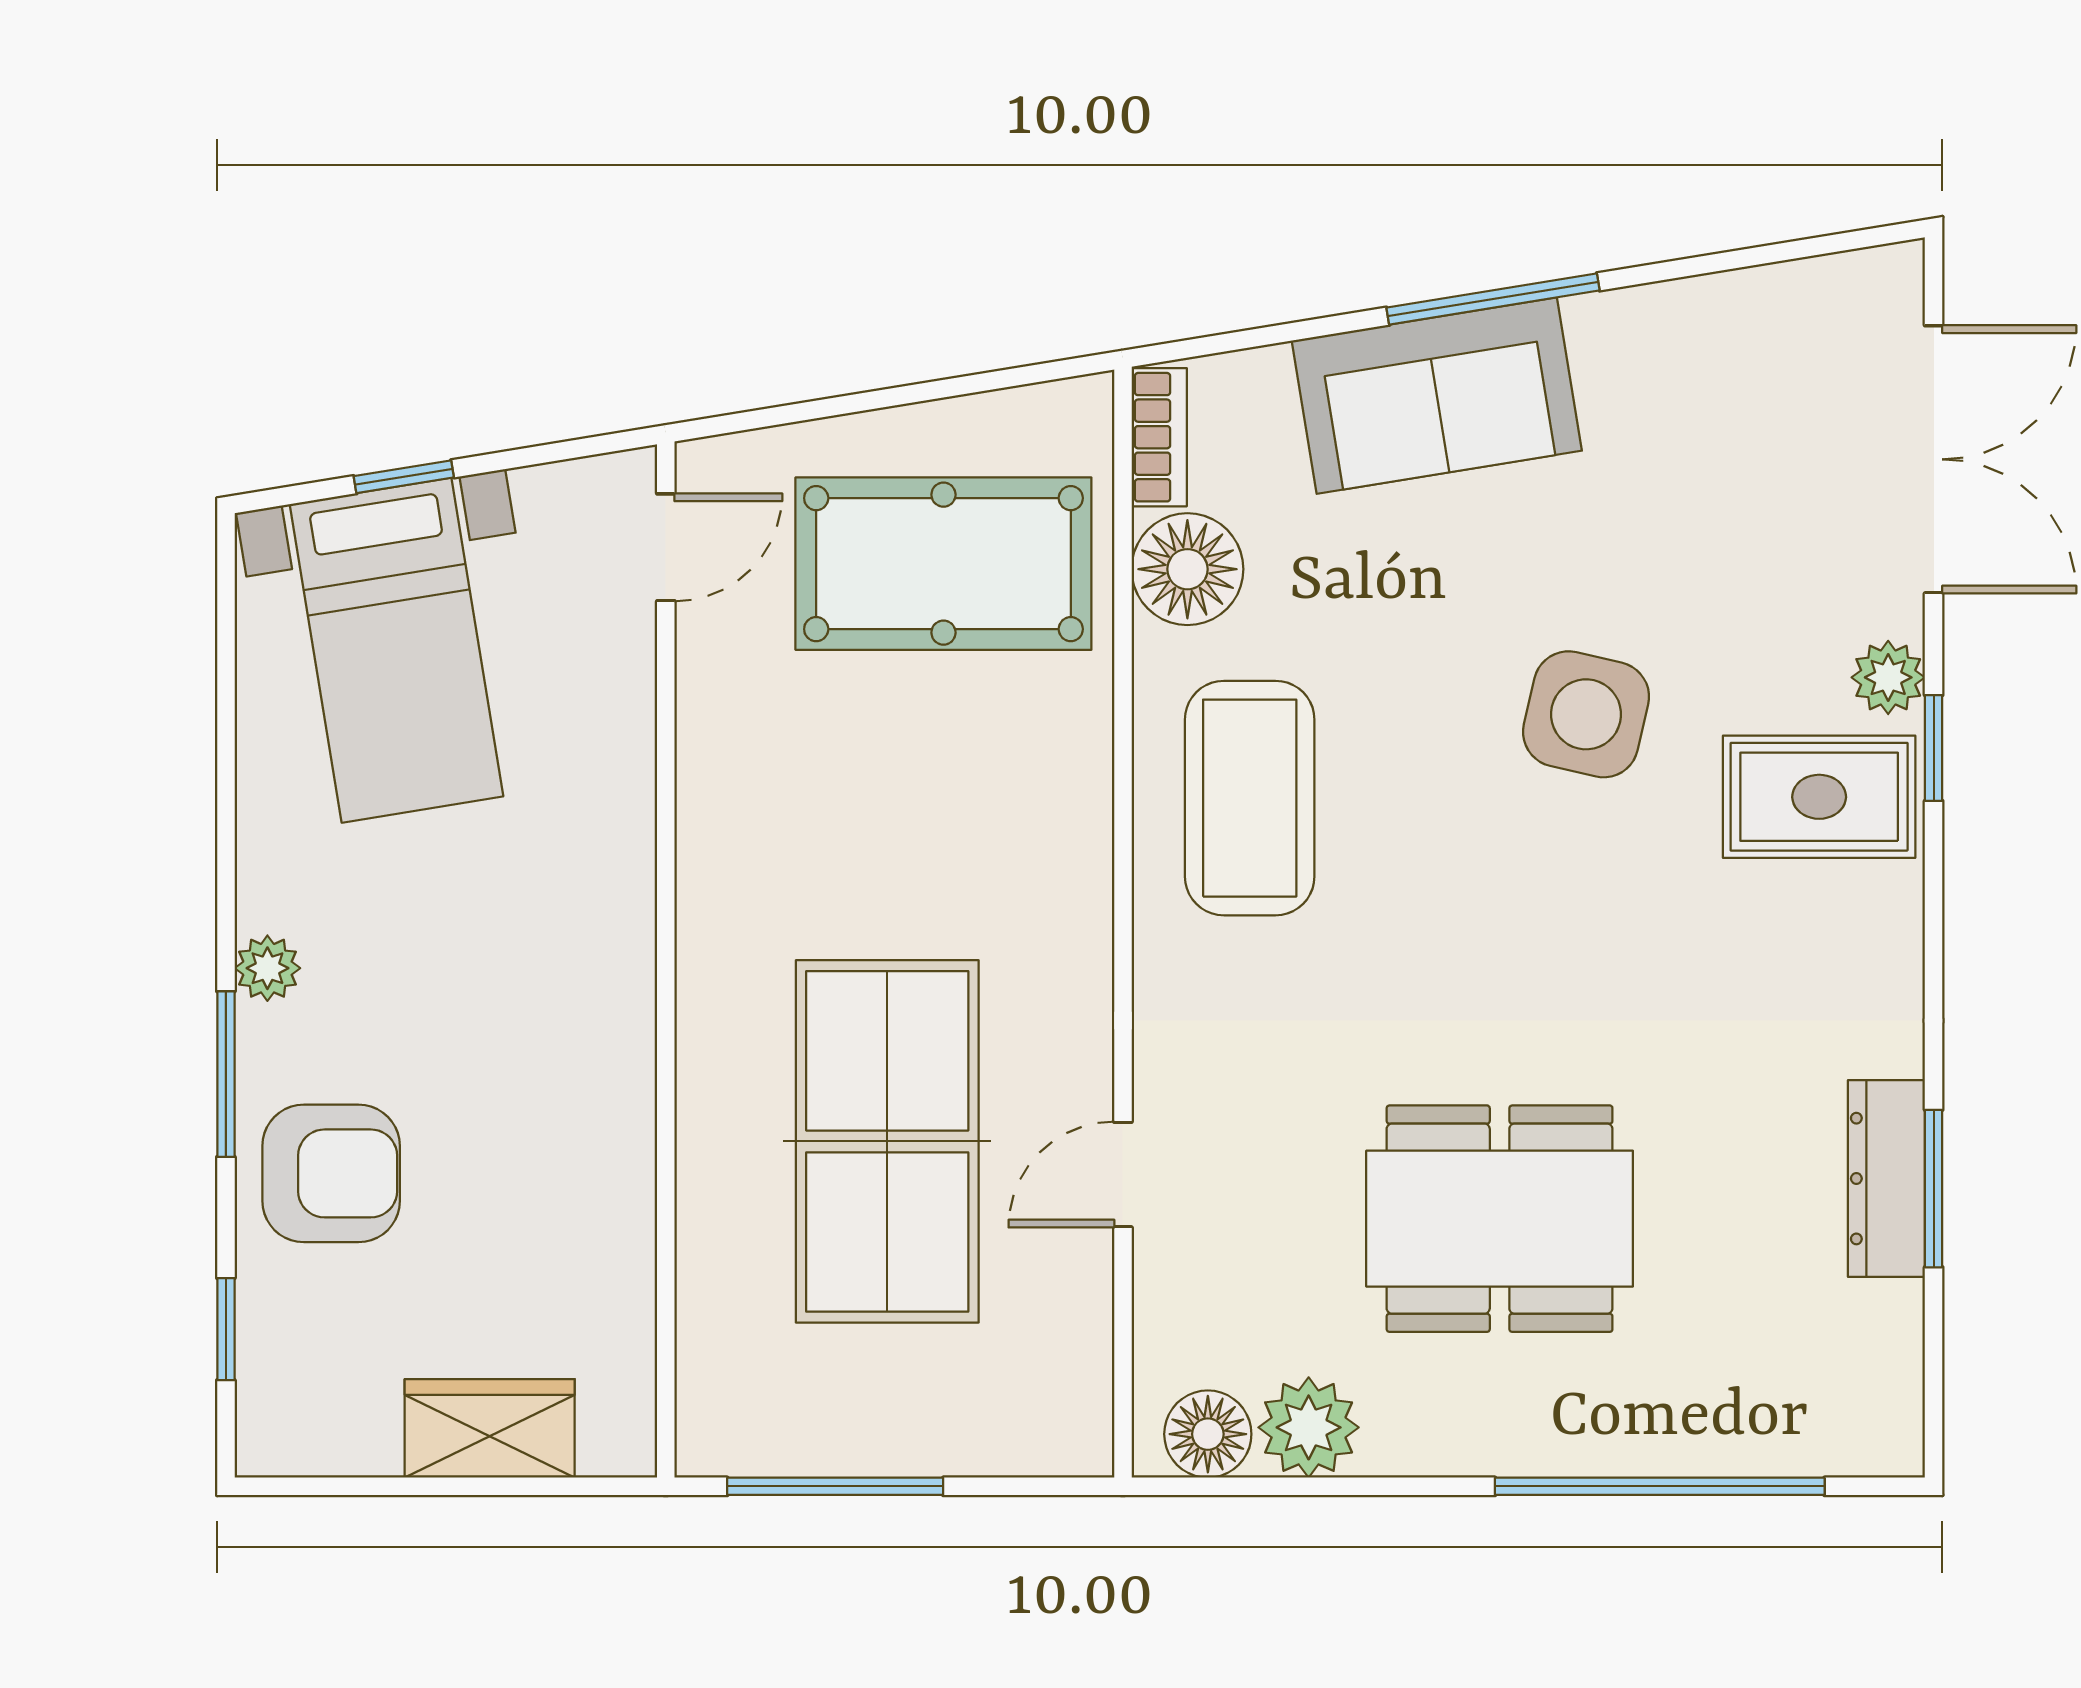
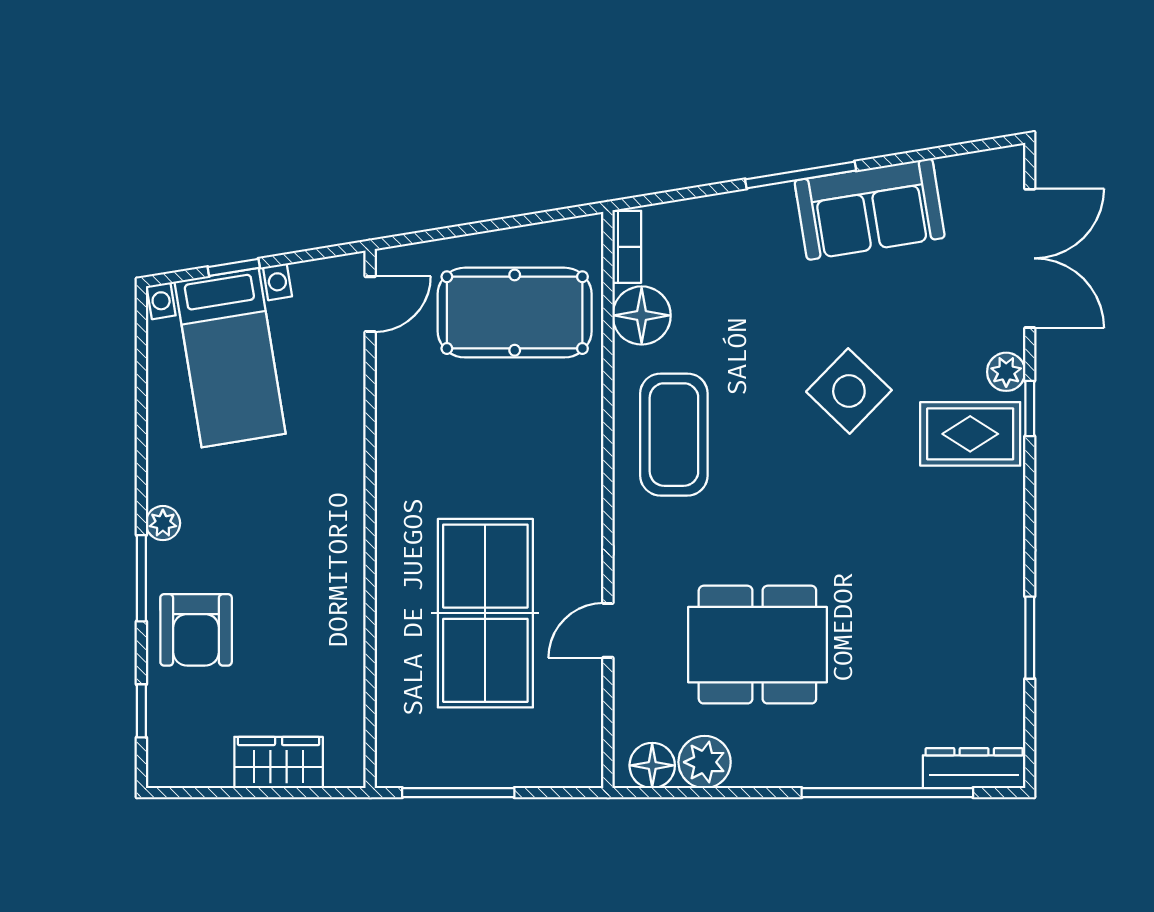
sofa: (1437, 396) -> (870, 209), moved
side table: (1586, 714) -> (849, 391), turned 31
armchair: (331, 1173) -> (196, 630), turned 90
dresser: (1886, 1179) -> (974, 768), moved, turned 90
dining table: (1500, 1219) -> (757, 645), moved

